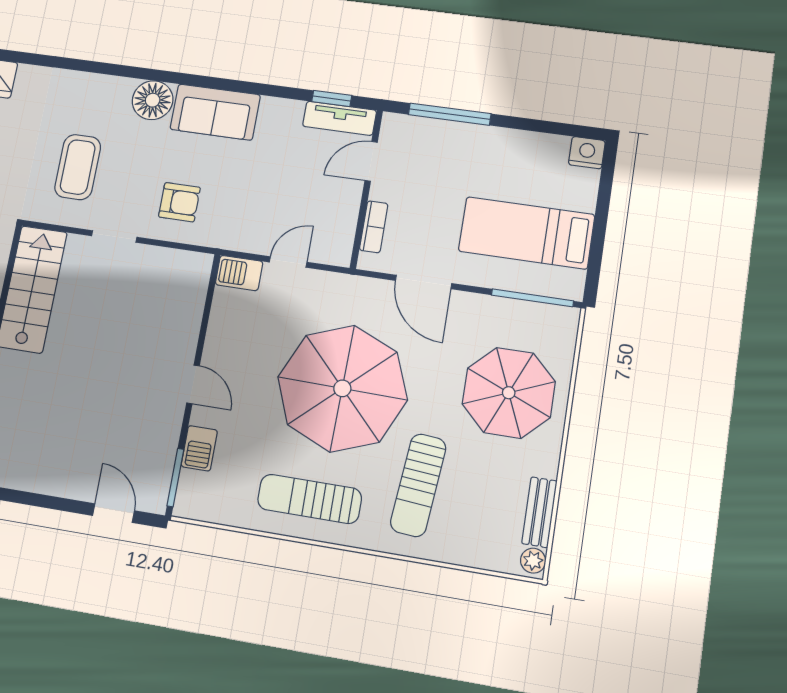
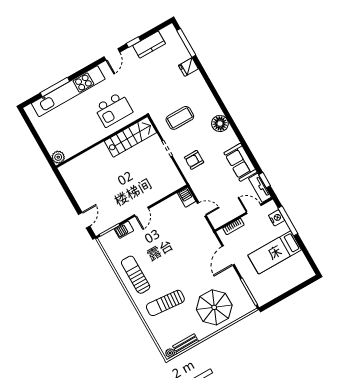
sofa: (215, 112) -> (240, 162), moved
nightstand: (587, 153) -> (277, 218), moved
armchair: (179, 202) -> (194, 160), turned 90
bed: (526, 233) -> (275, 252), moved, turned -90
parasol: (342, 388) -> (176, 257), removed

